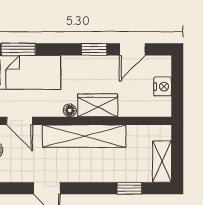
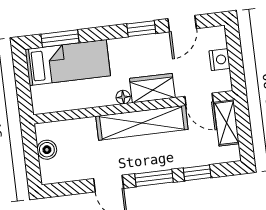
door: (20, 121) -> (199, 99), moved
shelving: (162, 162) -> (226, 123), moved
window: (89, 188) -> (154, 178), added

